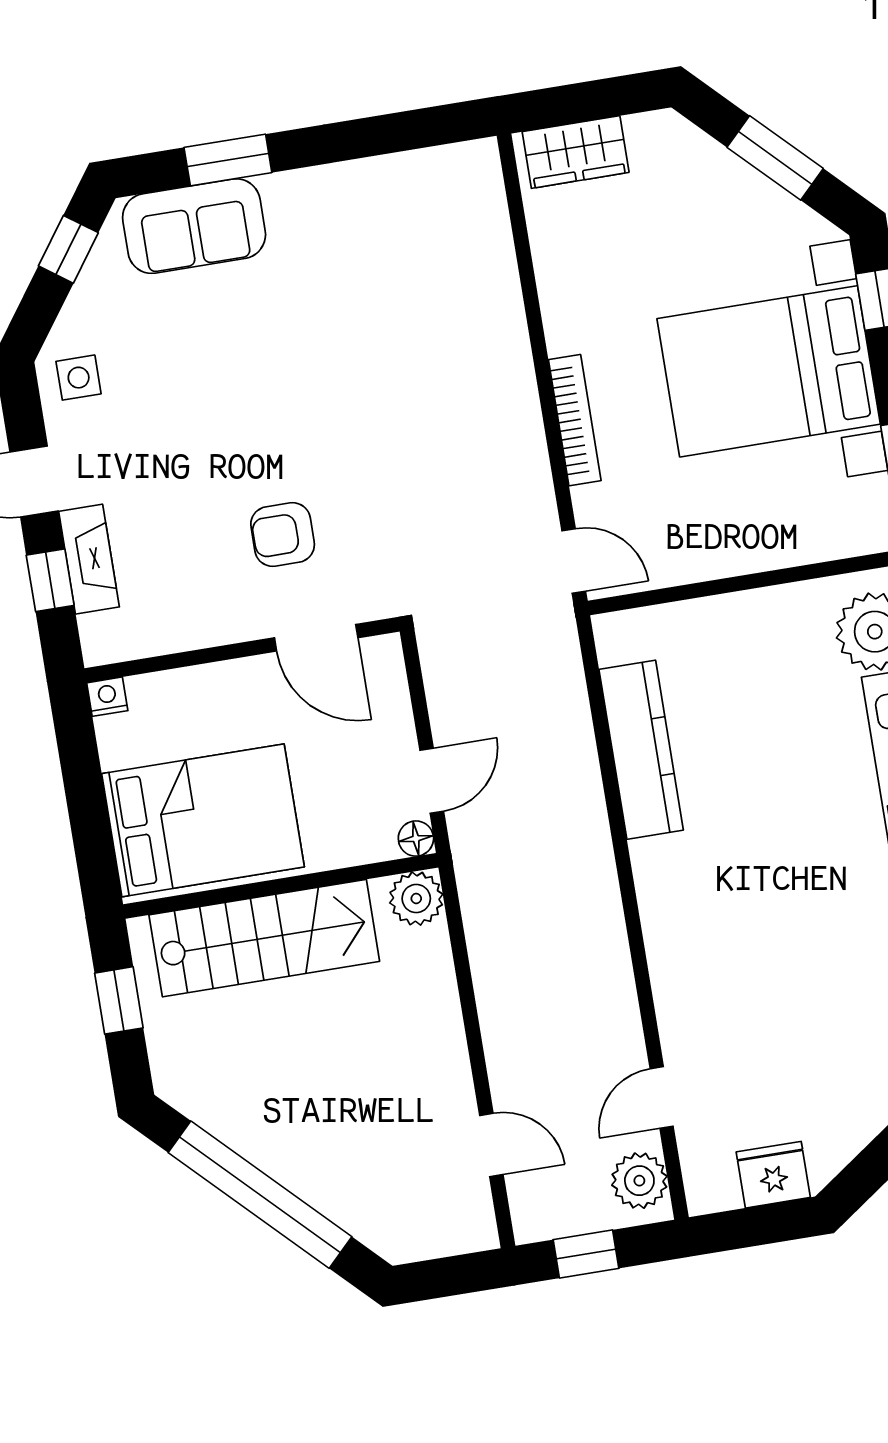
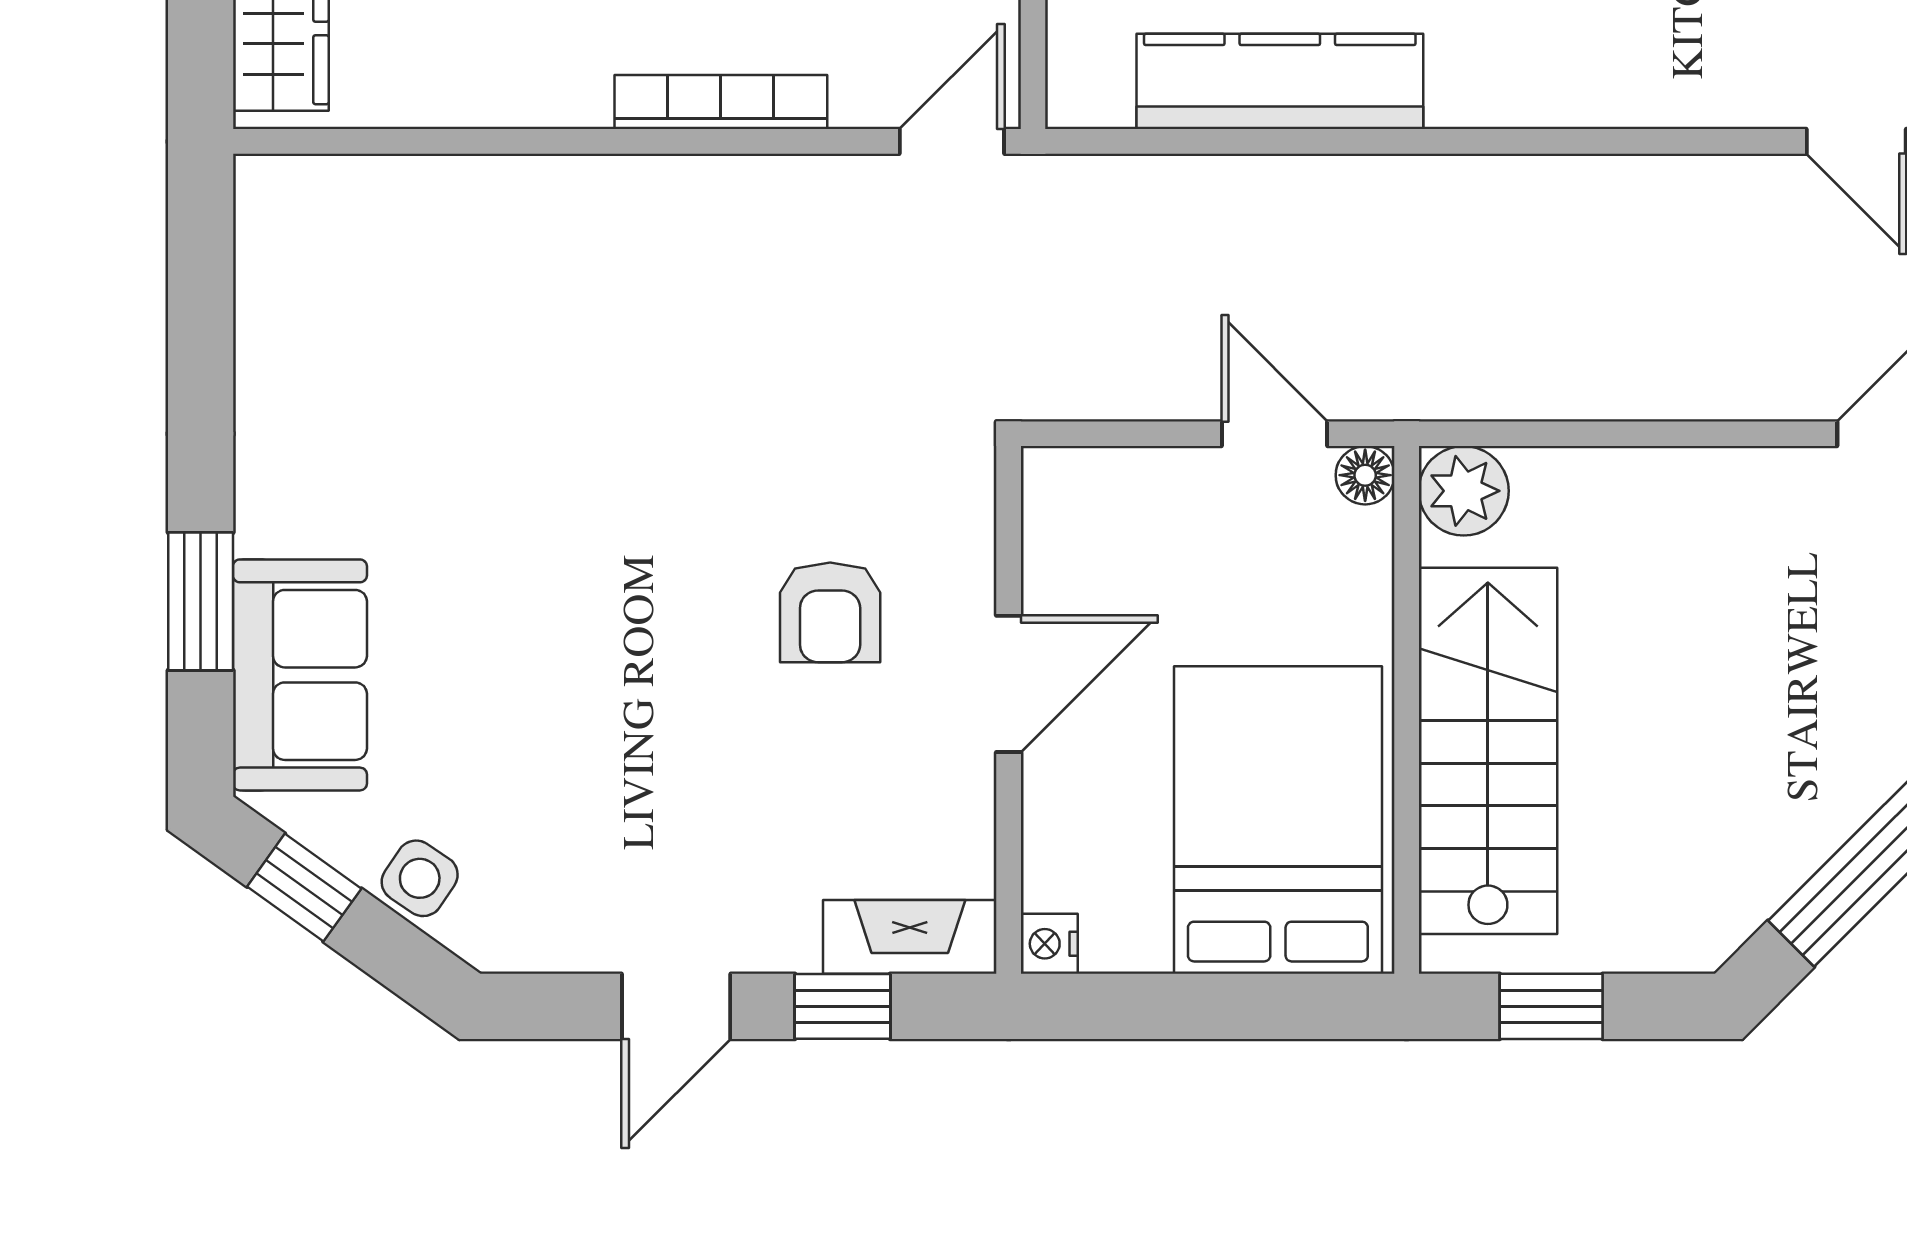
side table: (79, 378) -> (420, 878), moved, turned 34
fireplace: (89, 559) -> (910, 937), moved
door: (316, 638) -> (1009, 684), moved

